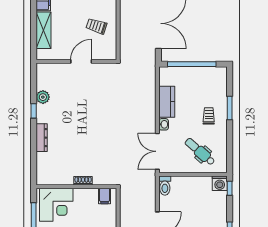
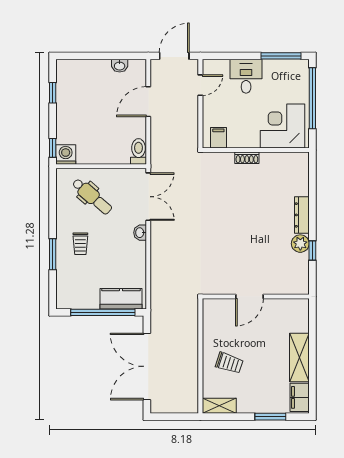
wall: (76, 61) -> (256, 297), moved
door: (81, 61) -> (249, 297), moved
plant: (43, 97) -> (300, 244), moved
kitchen counter: (167, 102) -> (121, 299), moved, turned 90

